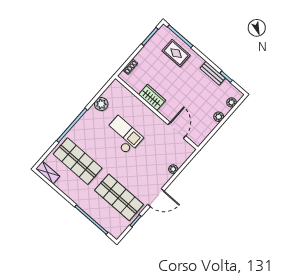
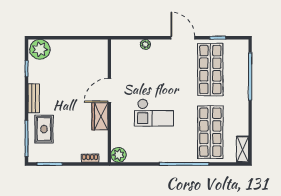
bench: (213, 73) -> (34, 98), moved
plant: (231, 102) -> (40, 49), width x1.87, depth x1.87
plant: (101, 104) -> (119, 155), moved
plant: (219, 117) -> (66, 45), removed
door: (177, 130) -> (109, 90), moved
checkout: (123, 135) -> (154, 113), turned -90

